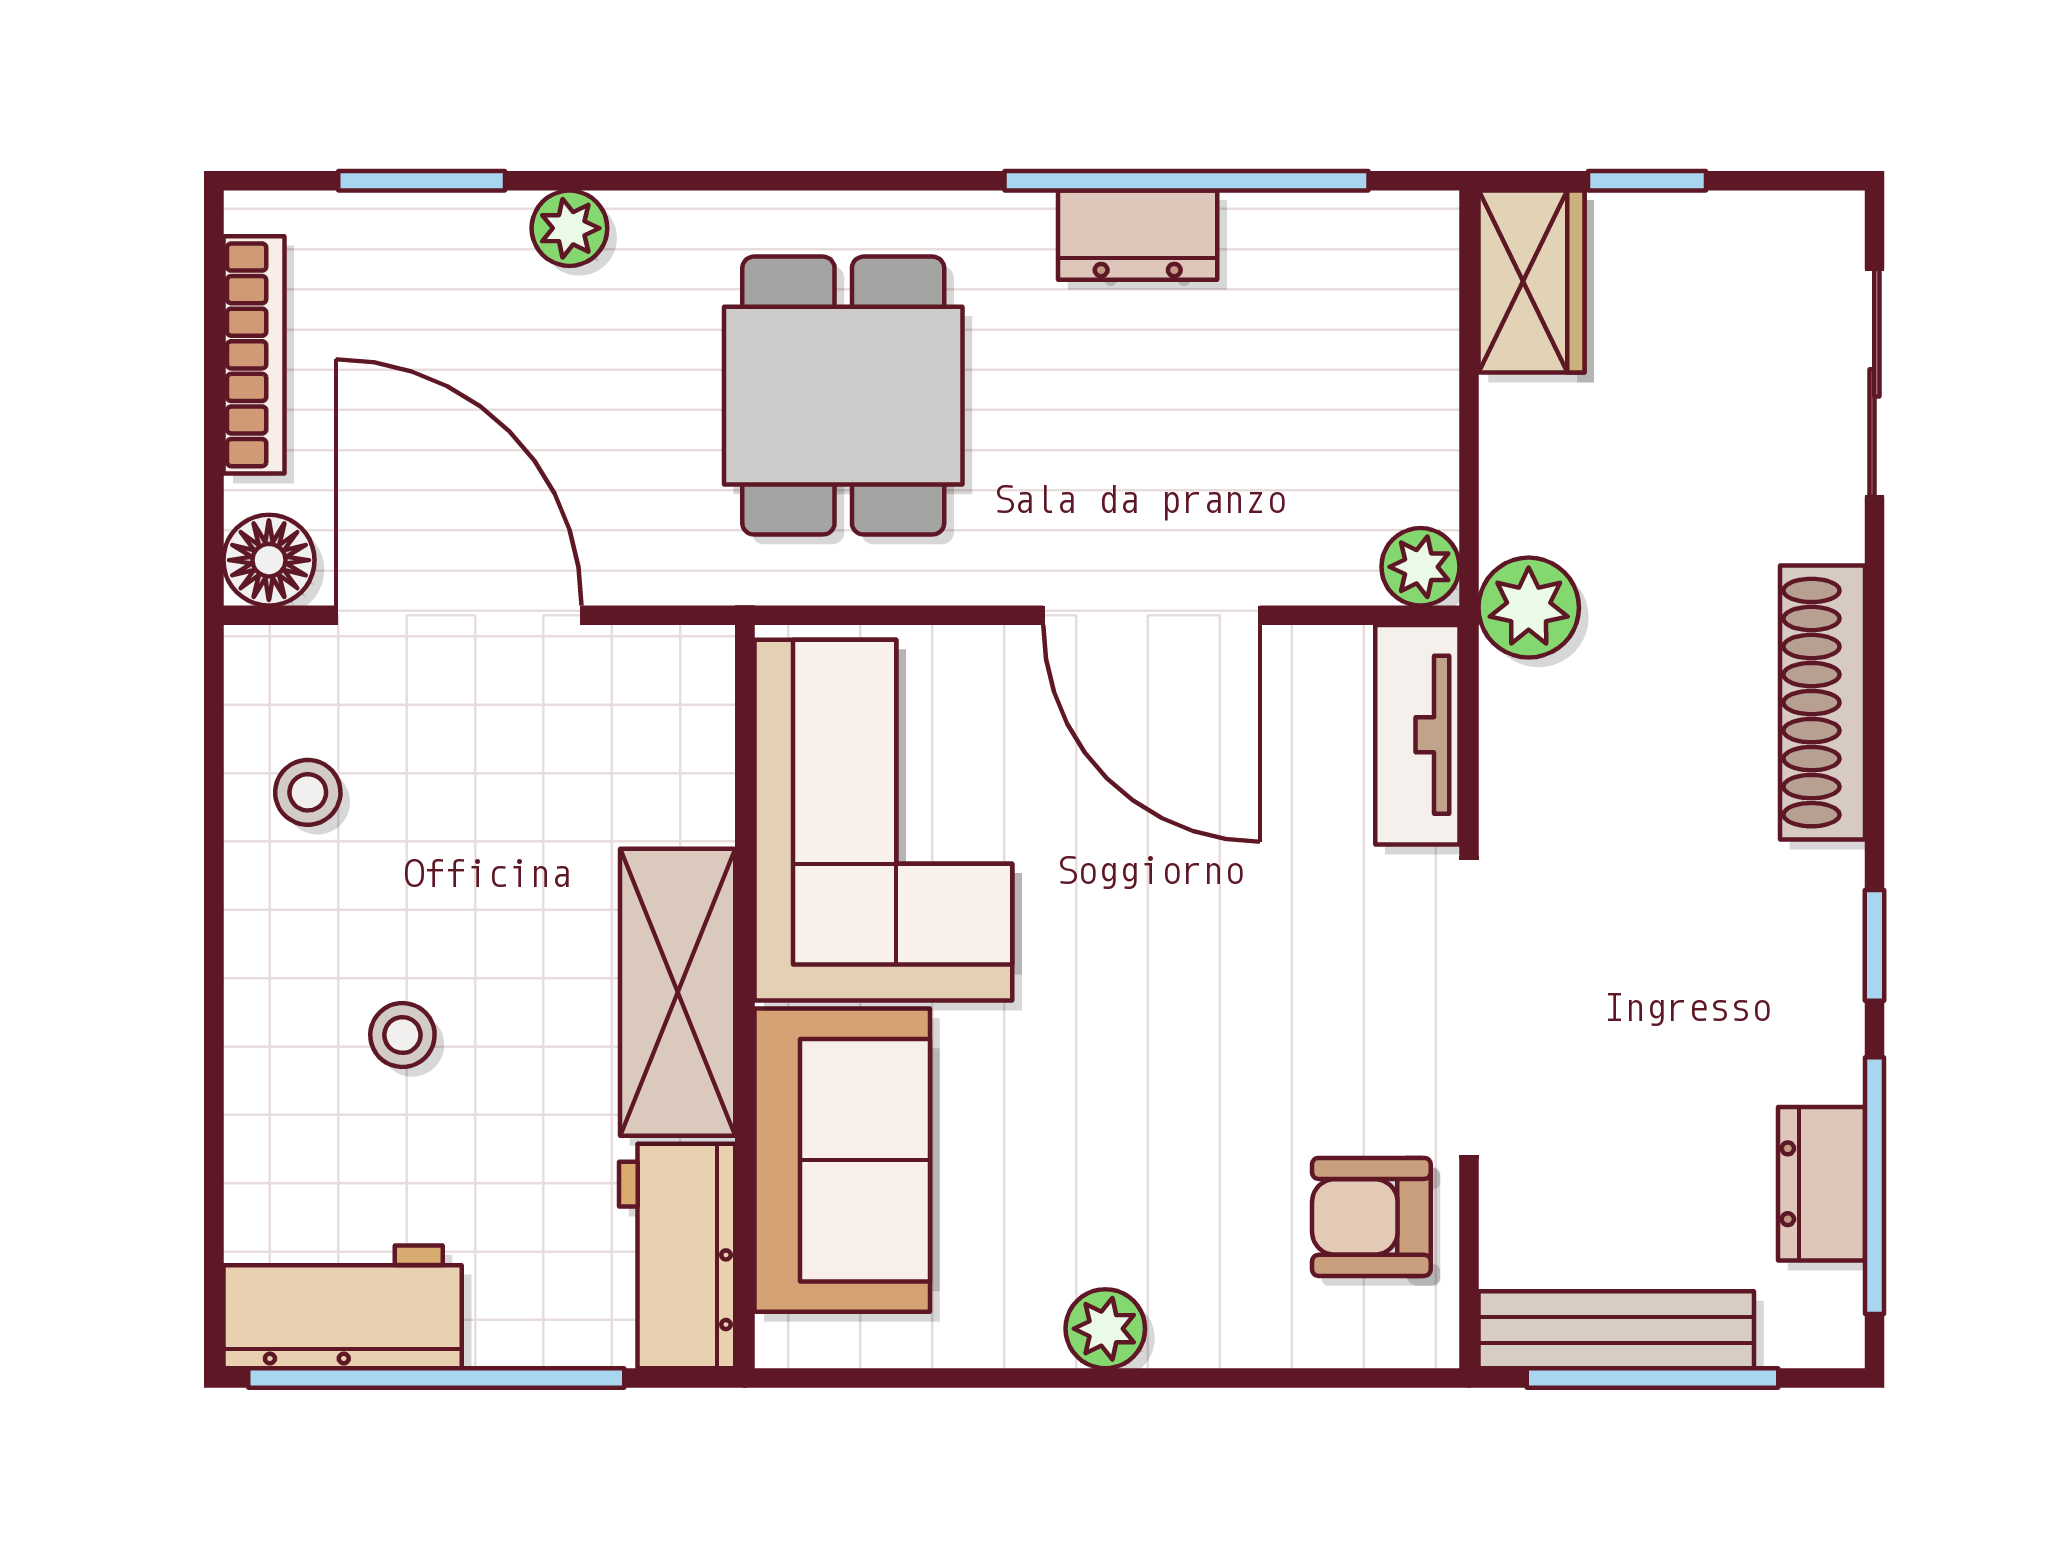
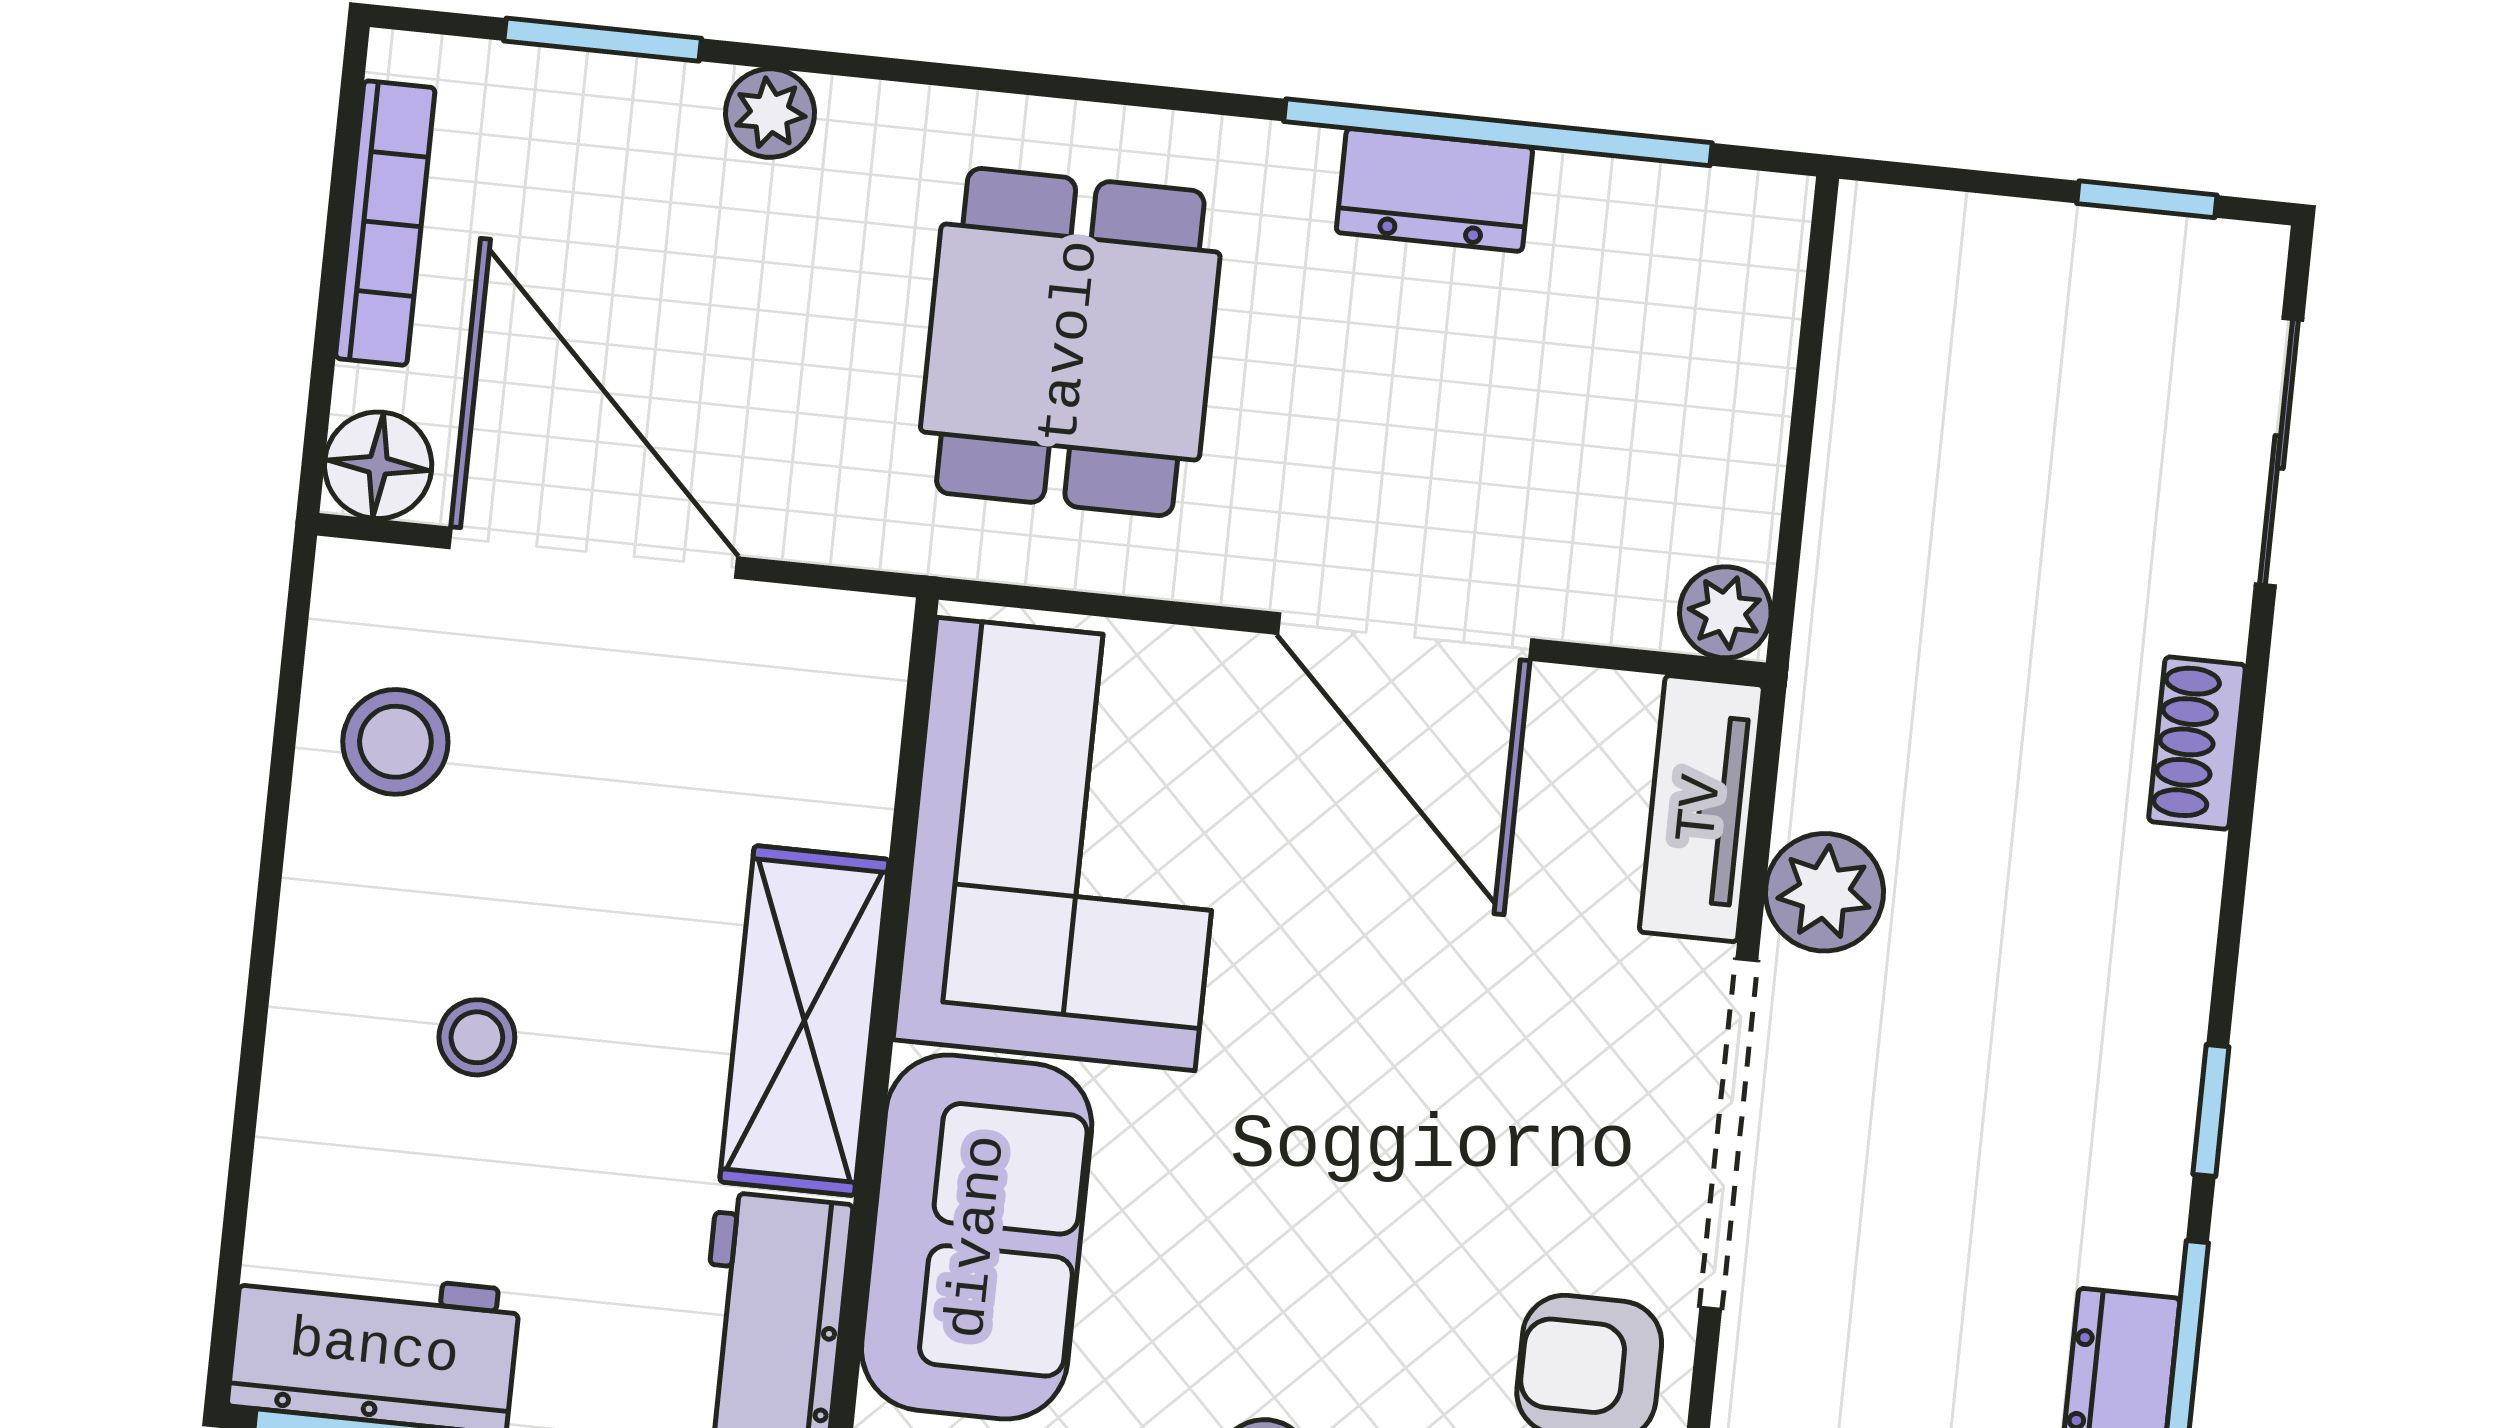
window: (1647, 181) -> (2147, 199), moved
wardrobe: (1531, 282) -> (1890, 292), removed
plant: (1529, 608) -> (1824, 892), moved
shoe rack: (1822, 703) -> (2197, 743), width x0.51, depth x0.81
stool: (308, 792) -> (395, 742), width x1.37, depth x1.37

